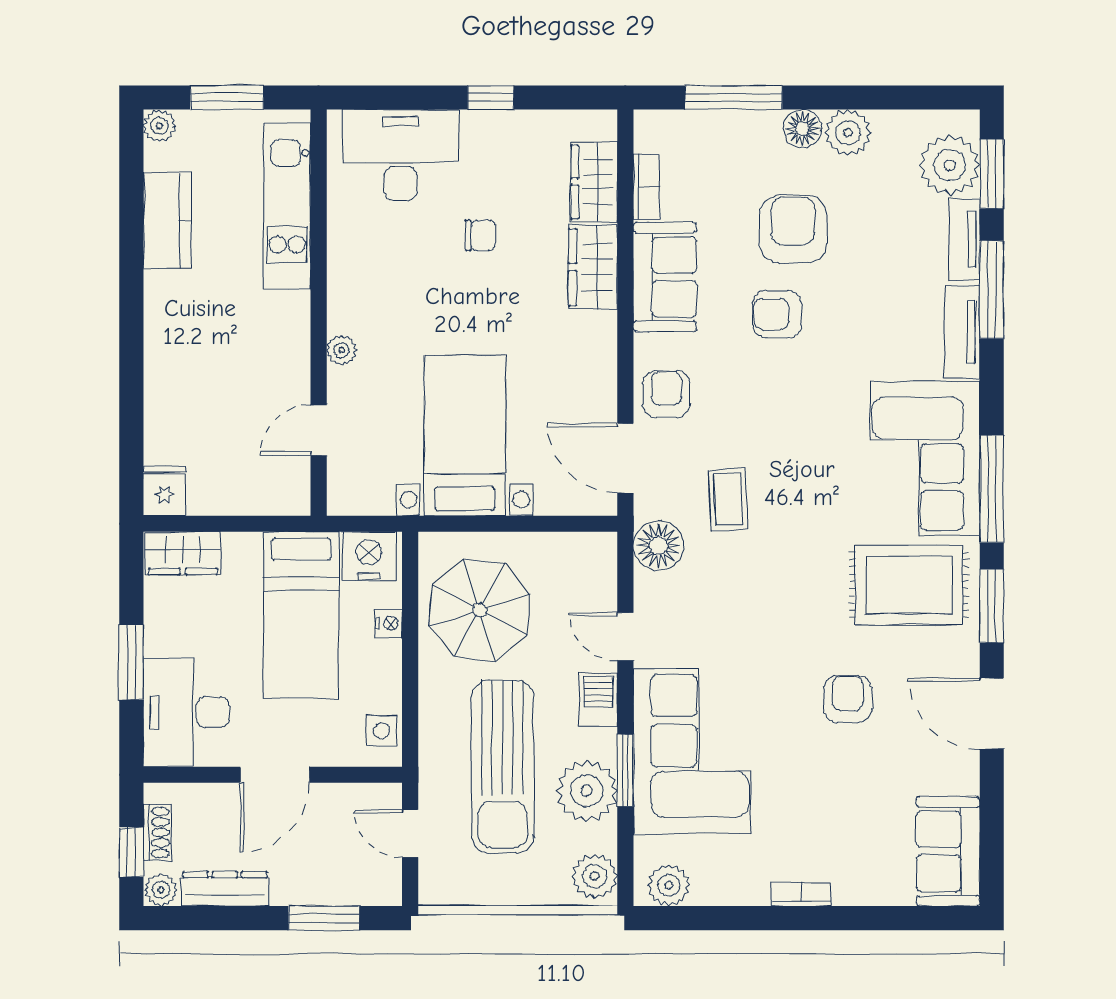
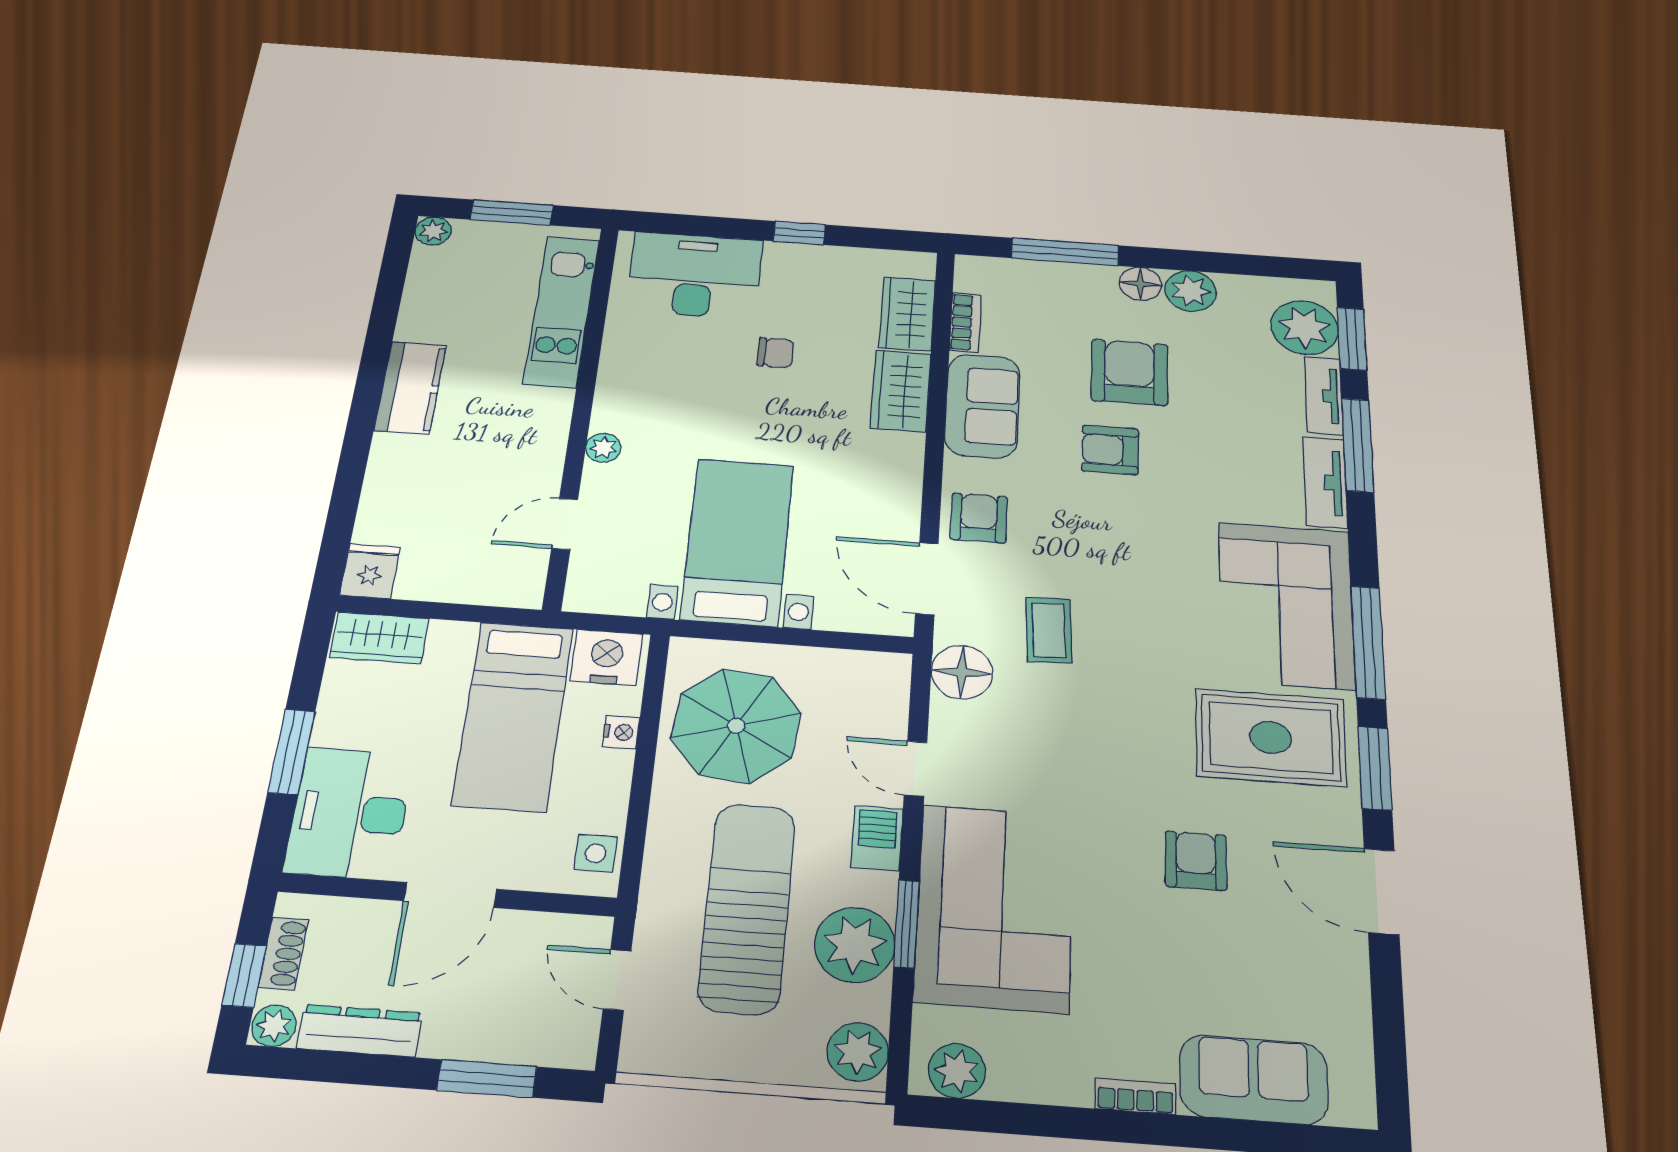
kitchen counter: (167, 221) -> (410, 388), moved
sun lounger: (502, 767) -> (747, 907), turned 180
sofa: (948, 851) -> (1254, 1080), moved, turned 90

